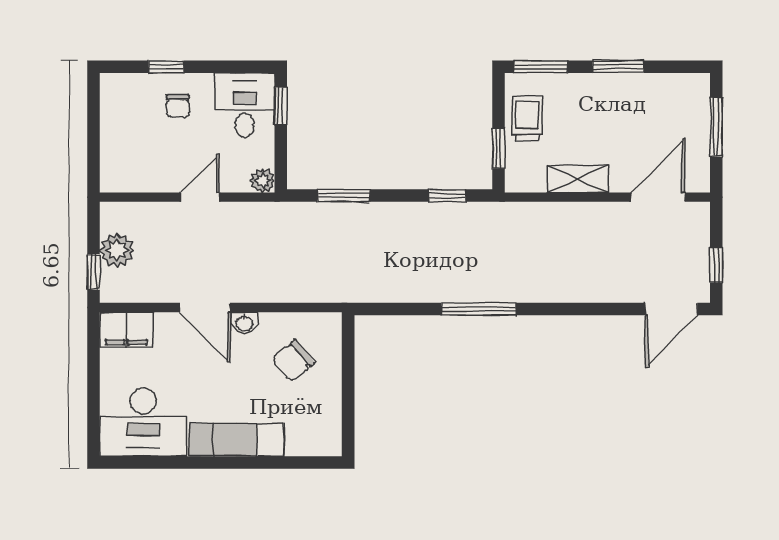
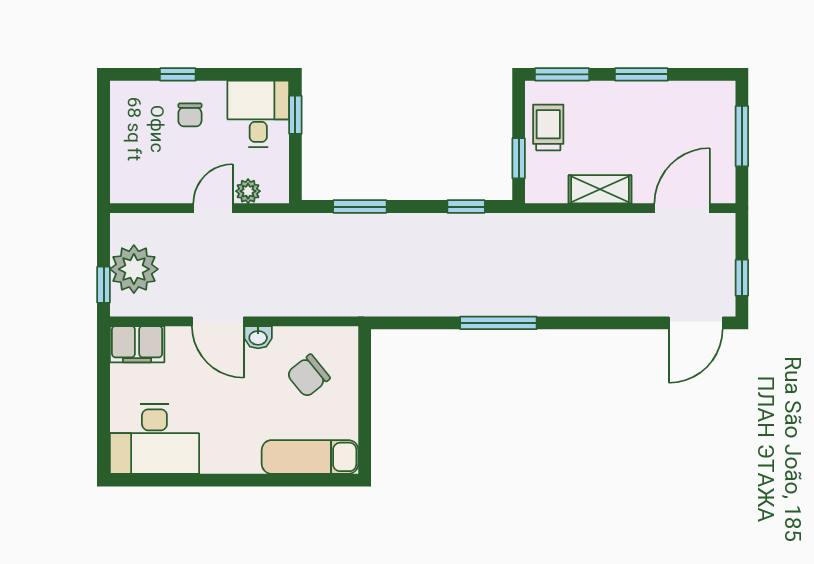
plant: (263, 181) -> (248, 191), moved
plant: (117, 250) -> (134, 269), width x1.36, depth x1.36
exam couch: (236, 440) -> (310, 457), moved

